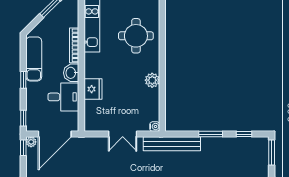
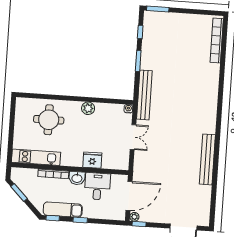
window: (23, 118) -> (53, 218), moved
door: (55, 134) -> (129, 196), hinge flipped

